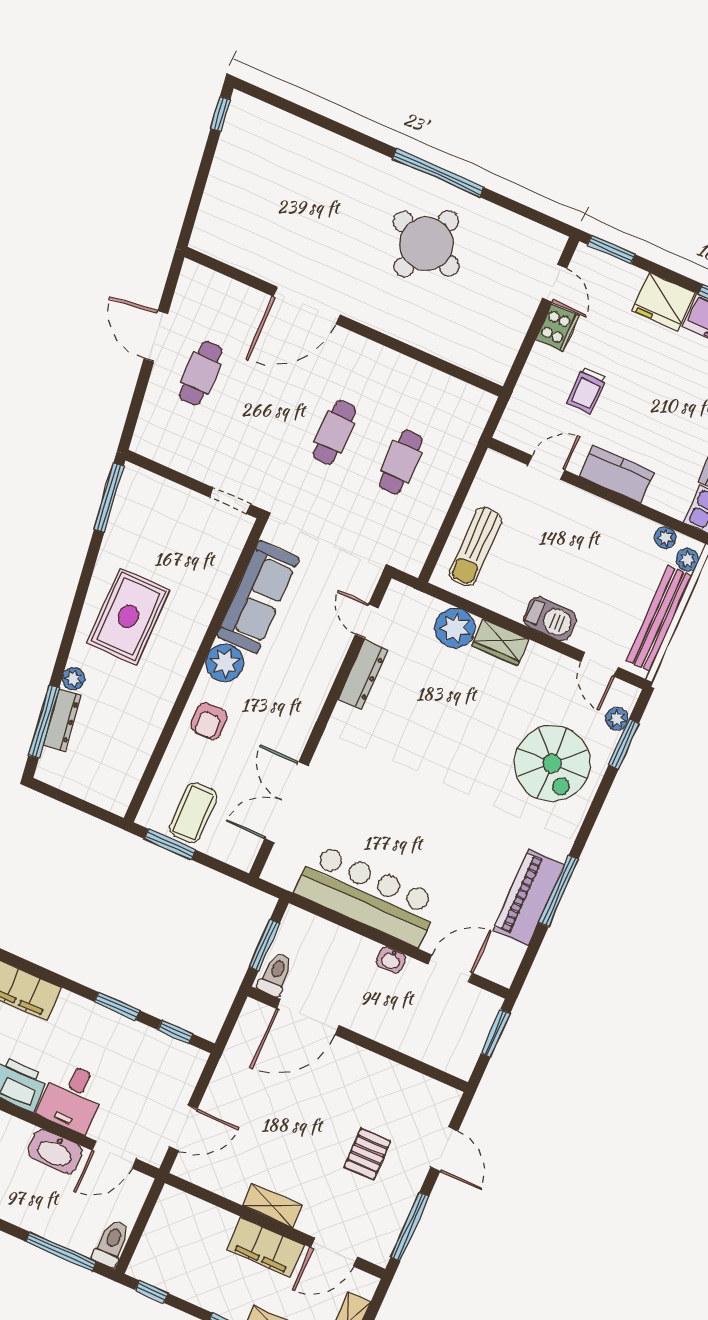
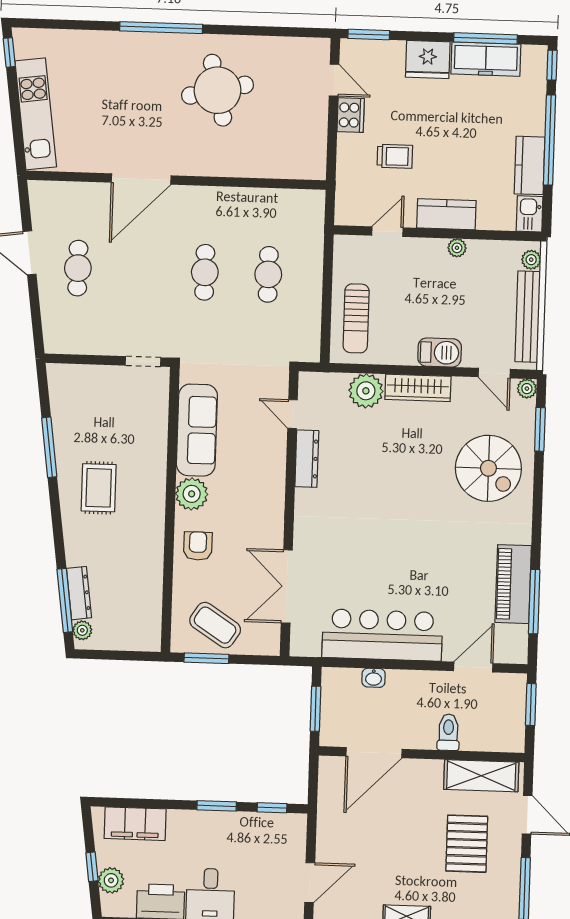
window: (438, 173) -> (161, 28), moved
kitchen unit: (222, 191) -> (36, 114), added
round table: (426, 244) -> (218, 90), turned -33
trolley: (587, 390) -> (395, 156), turned -90
window: (109, 498) -> (49, 447), moved
plant: (665, 538) -> (457, 248), moved
rug: (128, 616) -> (99, 488), width x0.73, depth x0.70
wardrobe: (500, 642) -> (418, 388), width x1.50
plant: (73, 679) -> (82, 630), moved
plant: (617, 719) -> (527, 389), moved
armchair: (209, 721) -> (198, 546), turned 180
coffee table: (193, 813) -> (215, 625), turned -57
window: (559, 891) -> (534, 602), moved
washbasin: (391, 960) -> (374, 678), moved
toilet: (276, 974) -> (448, 732), moved
shelving: (412, 1088) -> (481, 776), added
pallet: (367, 1154) -> (467, 844), width x1.50, depth x1.42

